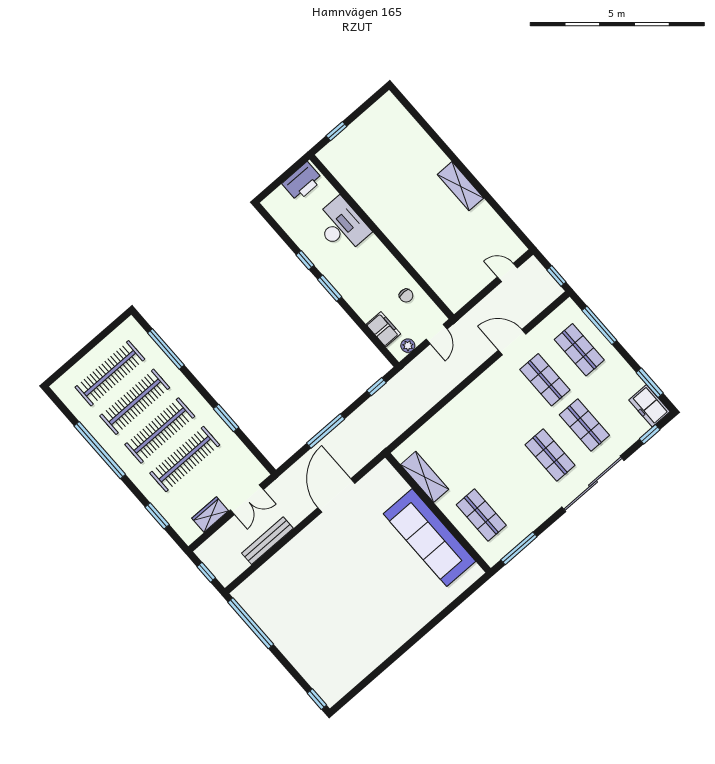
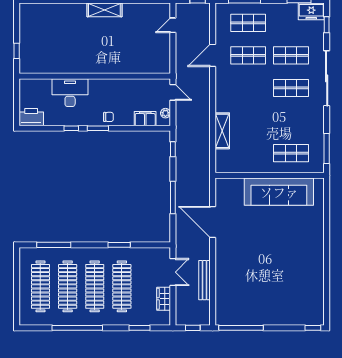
printer: (302, 182) -> (31, 117), moved, turned -90
chair: (406, 295) -> (108, 117), moved
shelving: (425, 477) -> (222, 131), moved, turned 90

